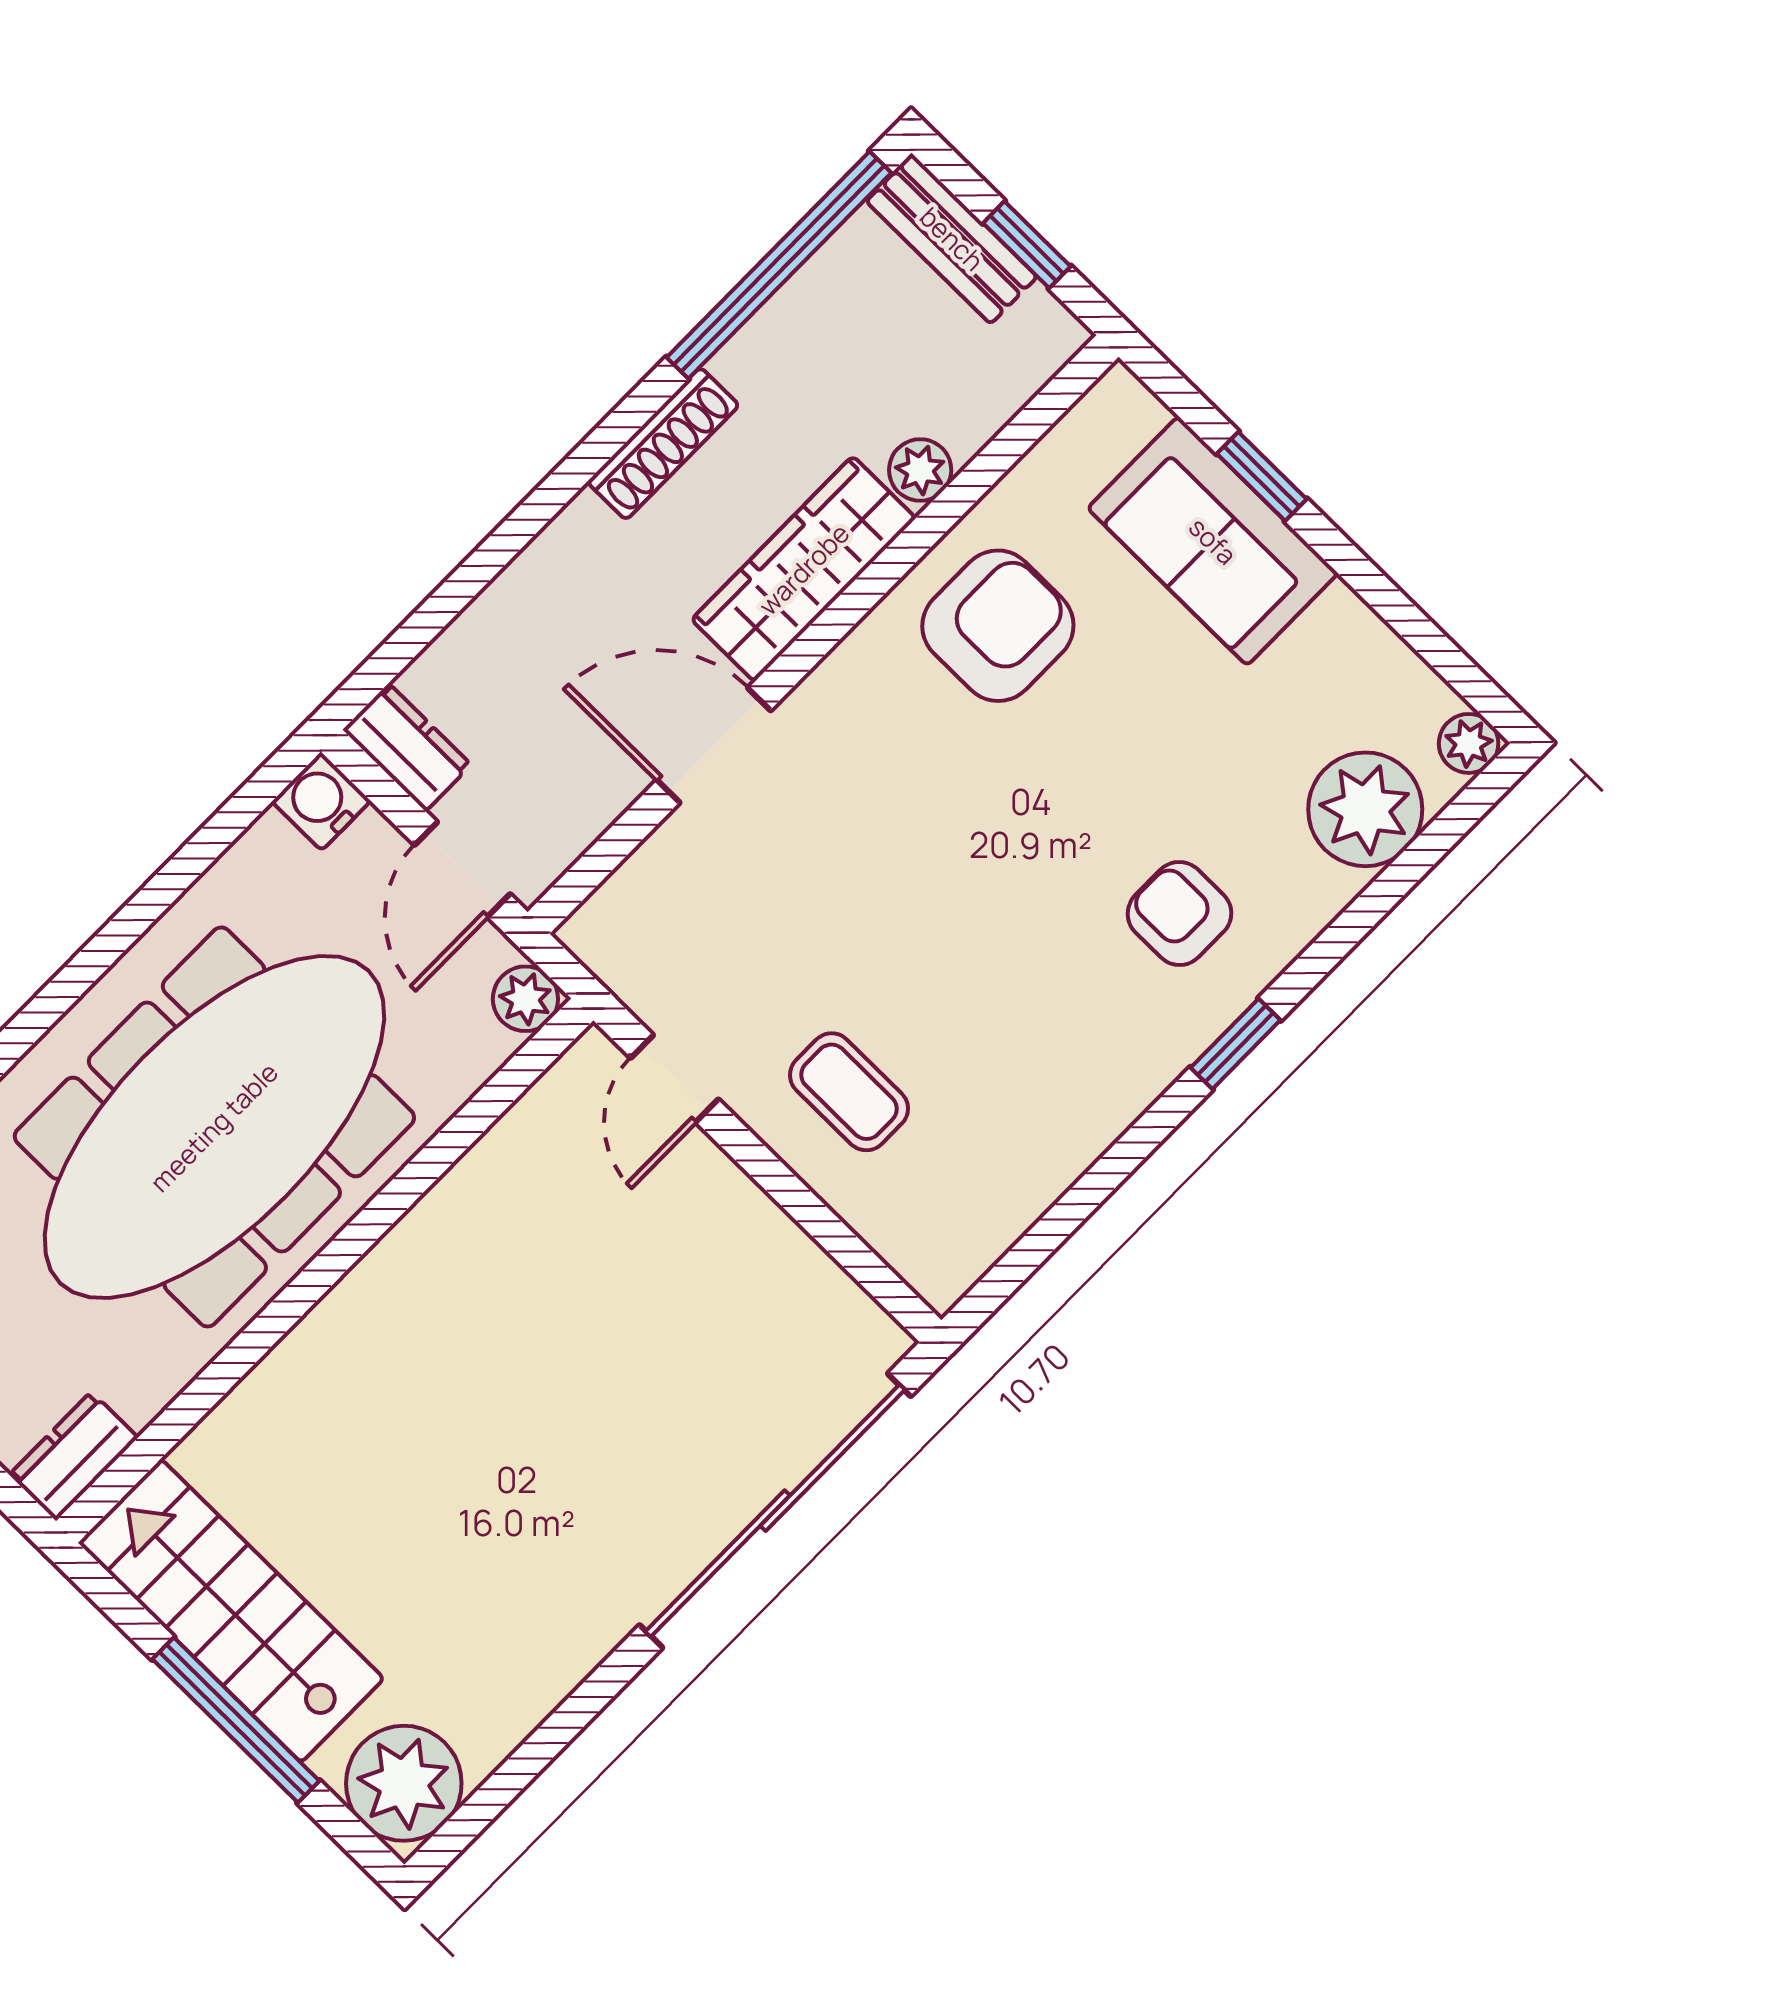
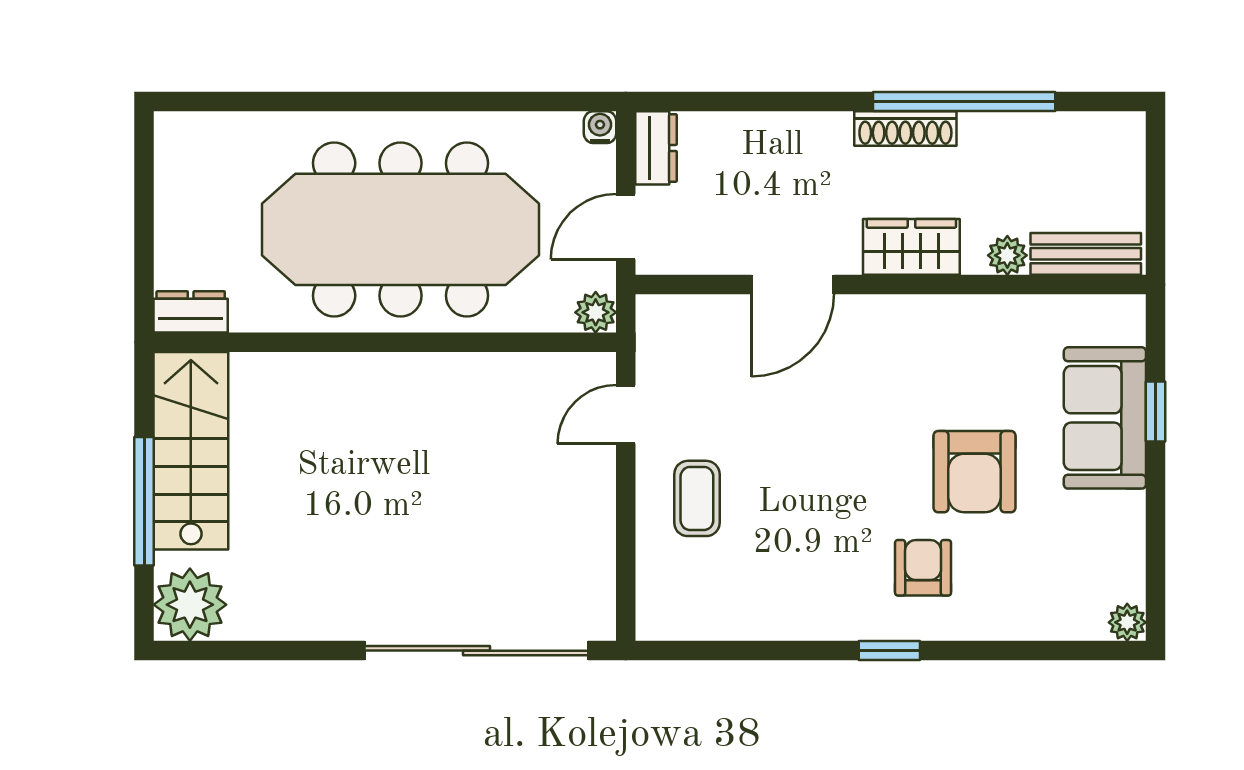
bench: (952, 239) -> (1086, 254), moved, turned 90
window: (1027, 245) -> (1155, 204), removed
window: (779, 265) -> (964, 102), moved
wardrobe: (804, 569) -> (911, 247), width x0.67
armchair: (998, 626) -> (975, 472), moved, turned 90
door: (714, 745) -> (793, 285), swing flipped
water cooler: (321, 801) -> (600, 127), width x0.72, depth x0.72
plant: (1365, 809) -> (1052, 605), removed

